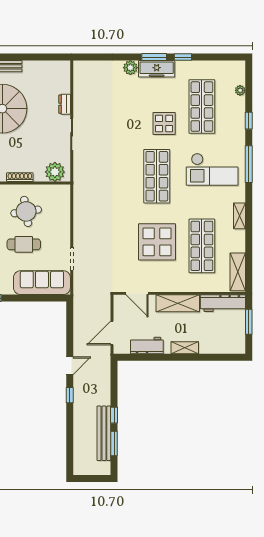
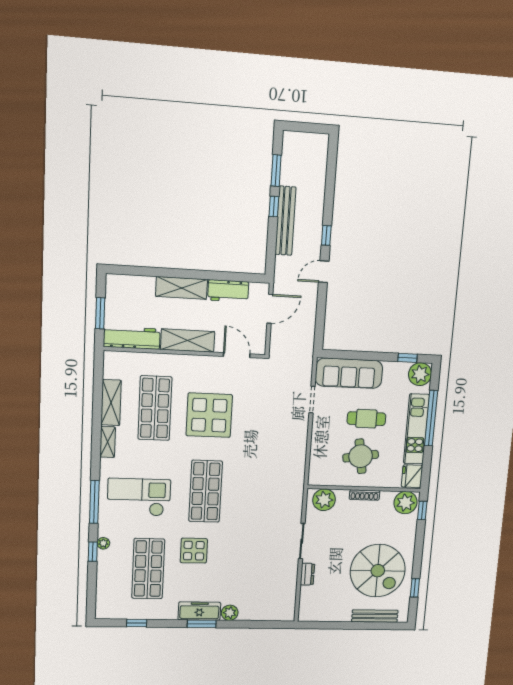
window: (183, 57) -> (137, 623), moved
plant: (240, 90) -> (103, 543), moved
shelving: (238, 272) -> (111, 403), moved
shelving: (185, 348) -> (182, 288), width x1.50, depth x1.33
bench: (104, 433) -> (285, 221), moved

